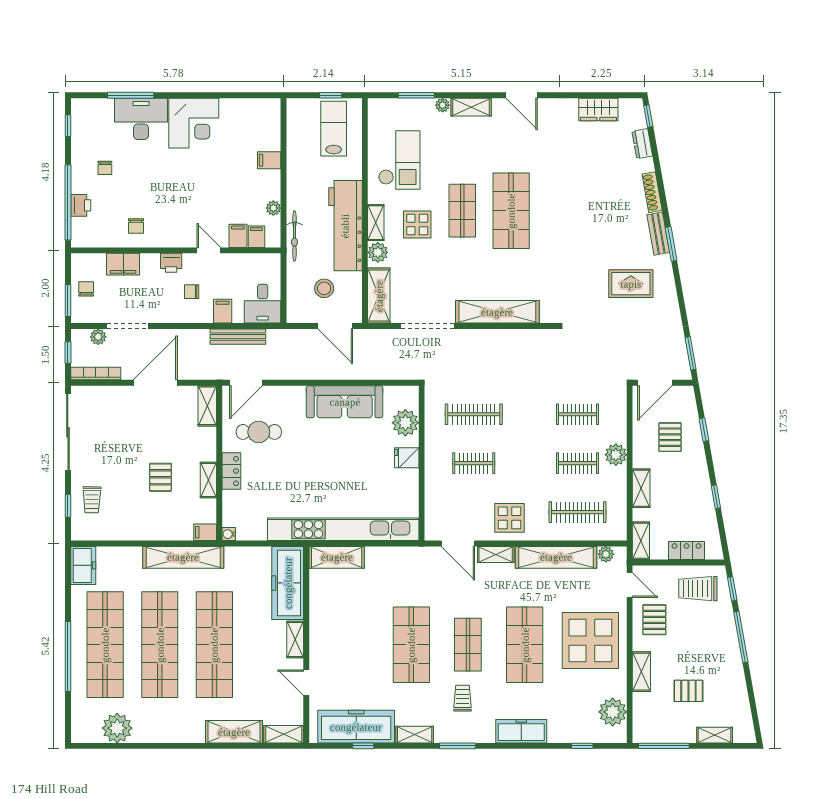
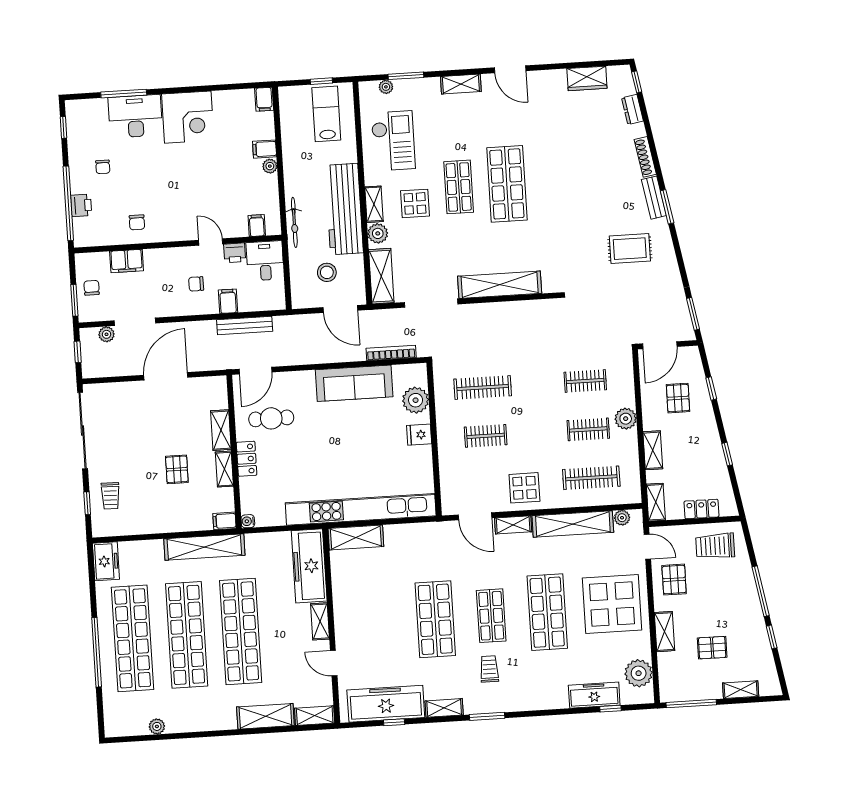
plant: (443, 105) -> (386, 87), moved
plant: (273, 208) -> (270, 166), moved
filing cabinet: (238, 236) -> (264, 99), moved, turned 180
printer: (171, 263) -> (235, 253), moved
desk: (263, 304) -> (265, 261), moved, turned 180
bookcase: (96, 374) -> (391, 353), moved
shelving: (207, 406) -> (221, 430), moved
window: (732, 589) -> (772, 637), moved
plant: (117, 728) -> (157, 726), width x0.53, depth x0.53
freezer: (521, 731) -> (594, 695), moved

